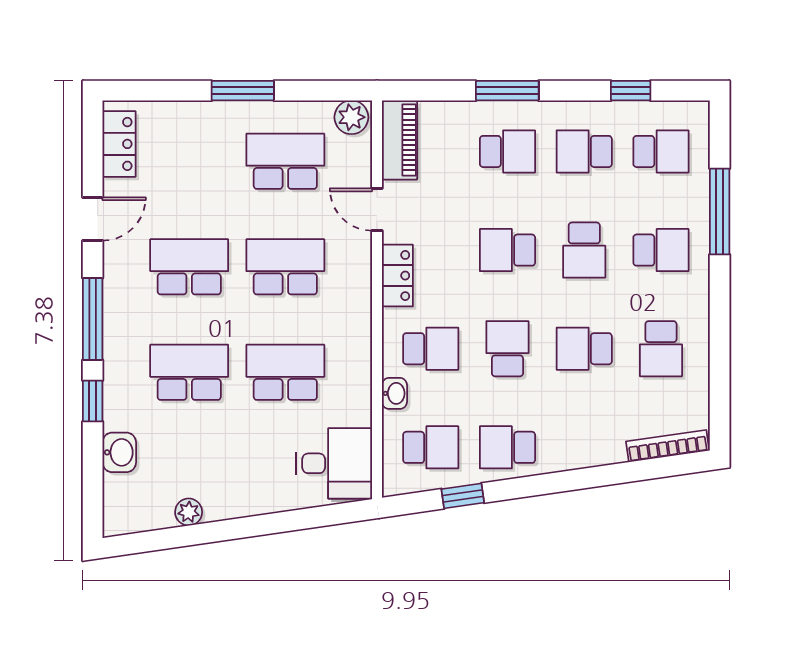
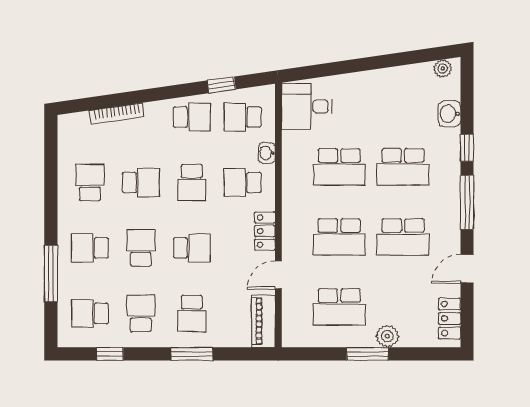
plant: (351, 117) -> (387, 336), moved
school desk: (507, 151) -> (192, 313), turned -90
school desk: (584, 151) -> (141, 313), turned -90
door: (377, 209) -> (278, 275), swing flipped
bookcase: (668, 446) -> (117, 113), moved
plant: (189, 512) -> (443, 69), moved

